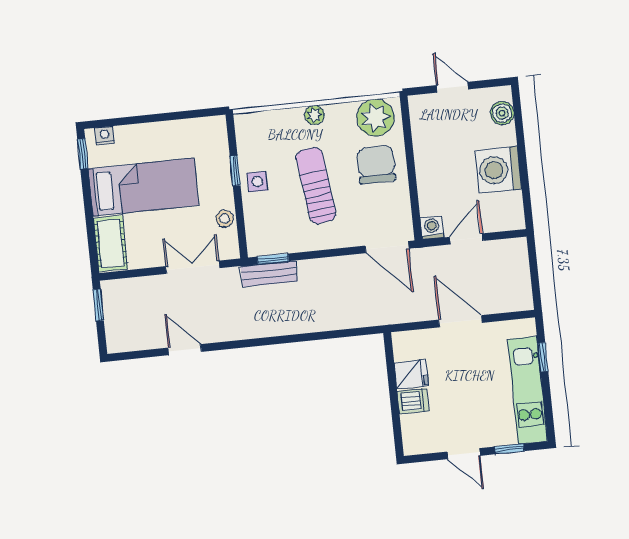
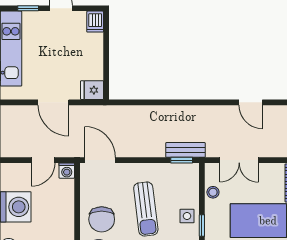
fridge: (411, 374) -> (92, 90), moved
dishwasher: (413, 401) -> (95, 22), moved, turned -90

